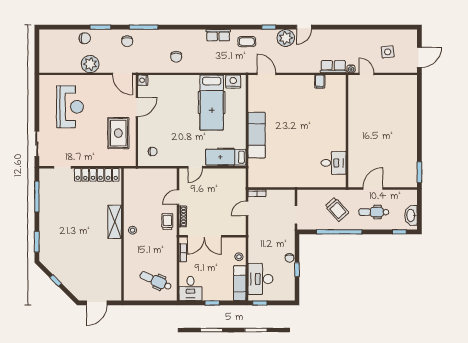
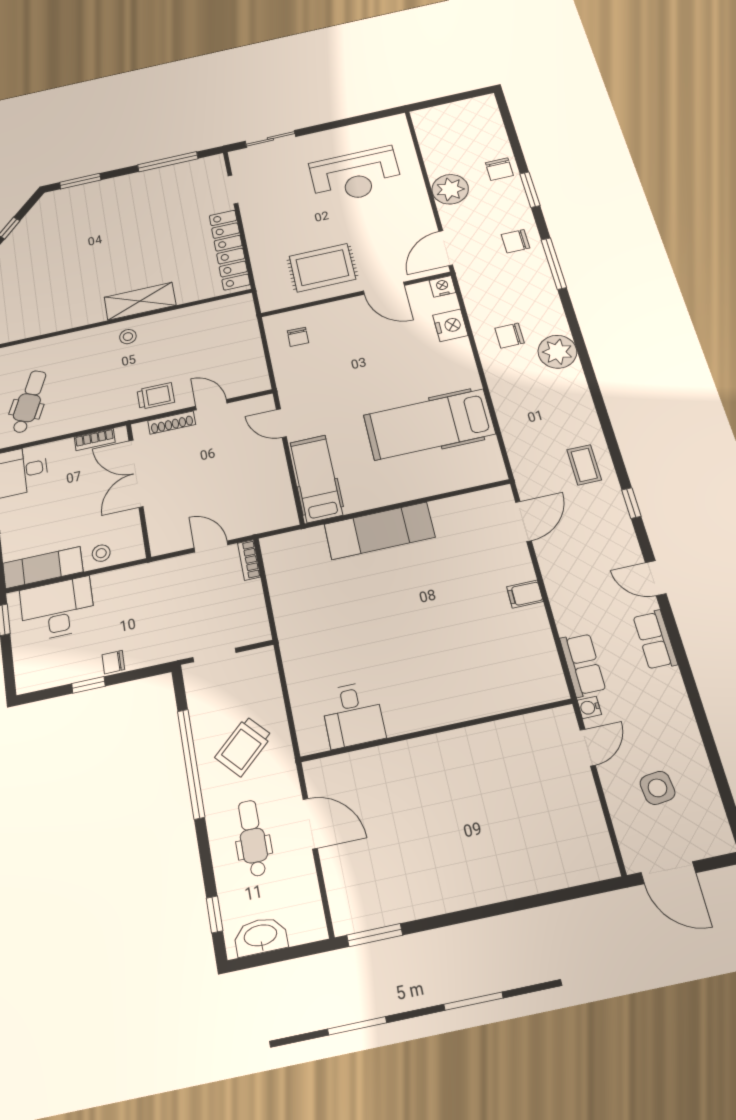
row of seats: (218, 35) -> (655, 640), moved
plant: (286, 38) -> (557, 352), moved
nightstand: (233, 82) -> (450, 325), moved
filing cabinet: (320, 82) -> (525, 594), moved

